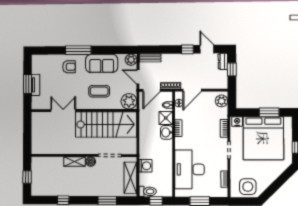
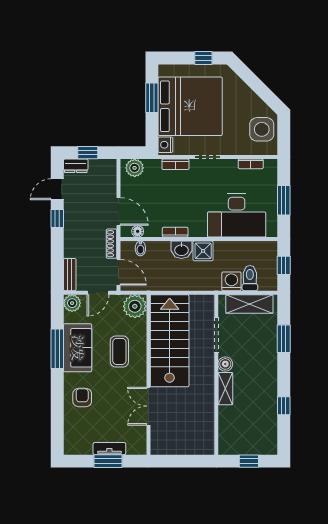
window: (78, 50) -> (57, 349), moved
shower: (166, 118) -> (203, 251), moved
toilet: (148, 191) -> (250, 278), moved

